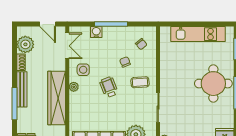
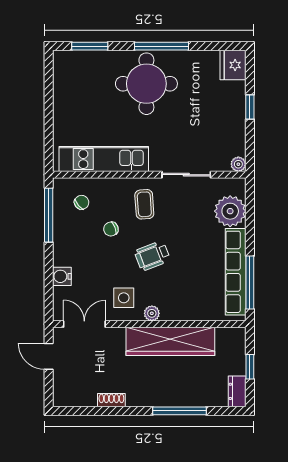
door: (48, 24) -> (49, 356), swing flipped
window: (111, 24) -> (49, 215), moved
kitchen unit: (198, 34) -> (104, 159), moved, turned -90
plant: (25, 44) -> (82, 393), removed
bench: (22, 89) -> (156, 399), removed

